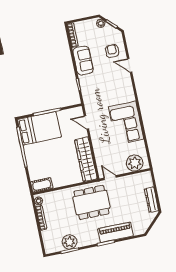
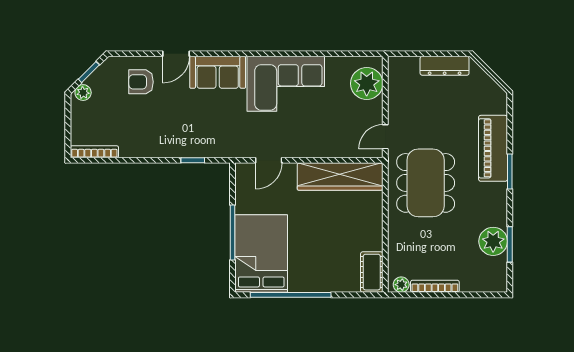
sofa: (83, 61) -> (218, 72), moved, turned 180

